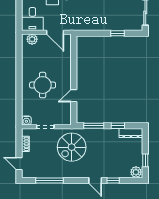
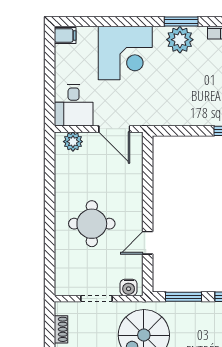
water cooler: (26, 121) -> (129, 287), moved

